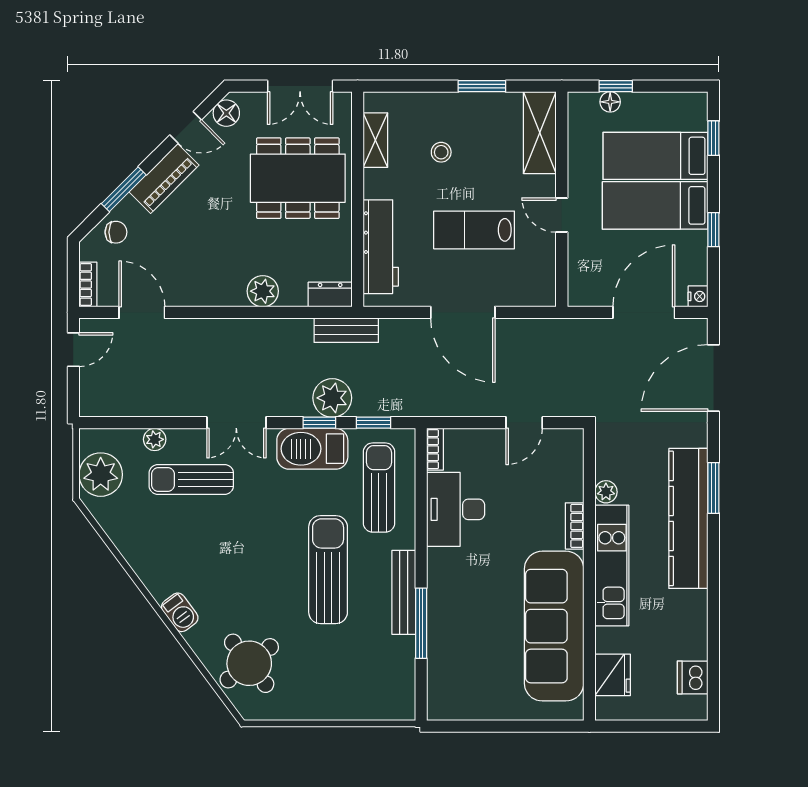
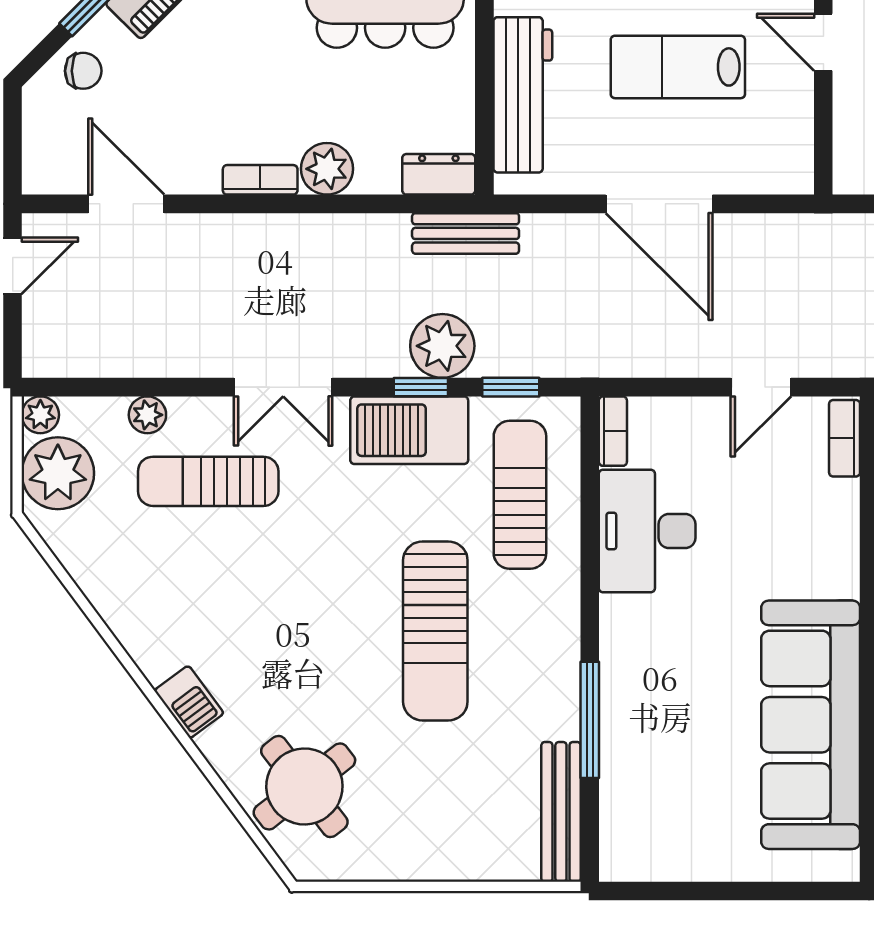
bookcase: (88, 284) -> (260, 180), moved, turned -90
plant: (90, 439) -> (40, 415), added
bookcase: (575, 526) -> (845, 438), moved
sun lounger: (328, 570) -> (435, 631), turned 180
bench: (404, 592) -> (561, 812), moved

